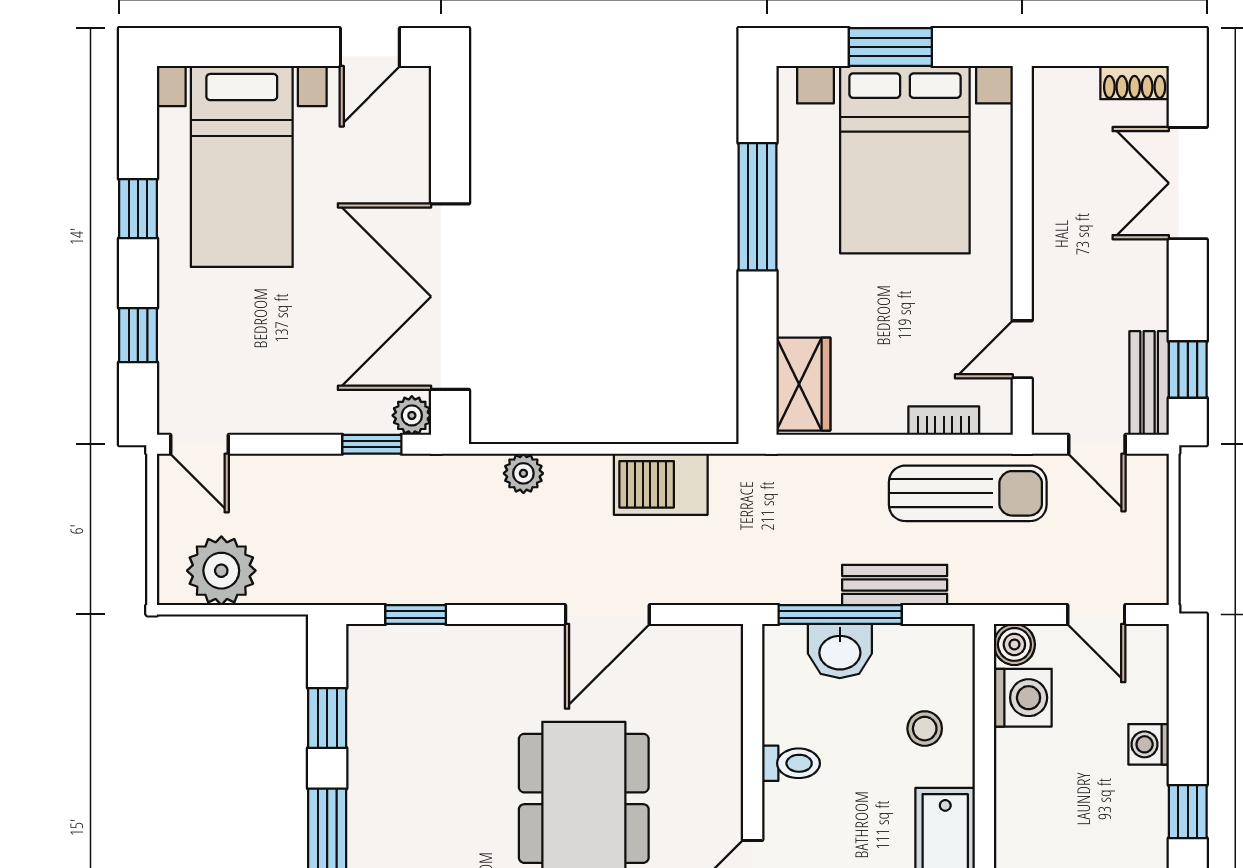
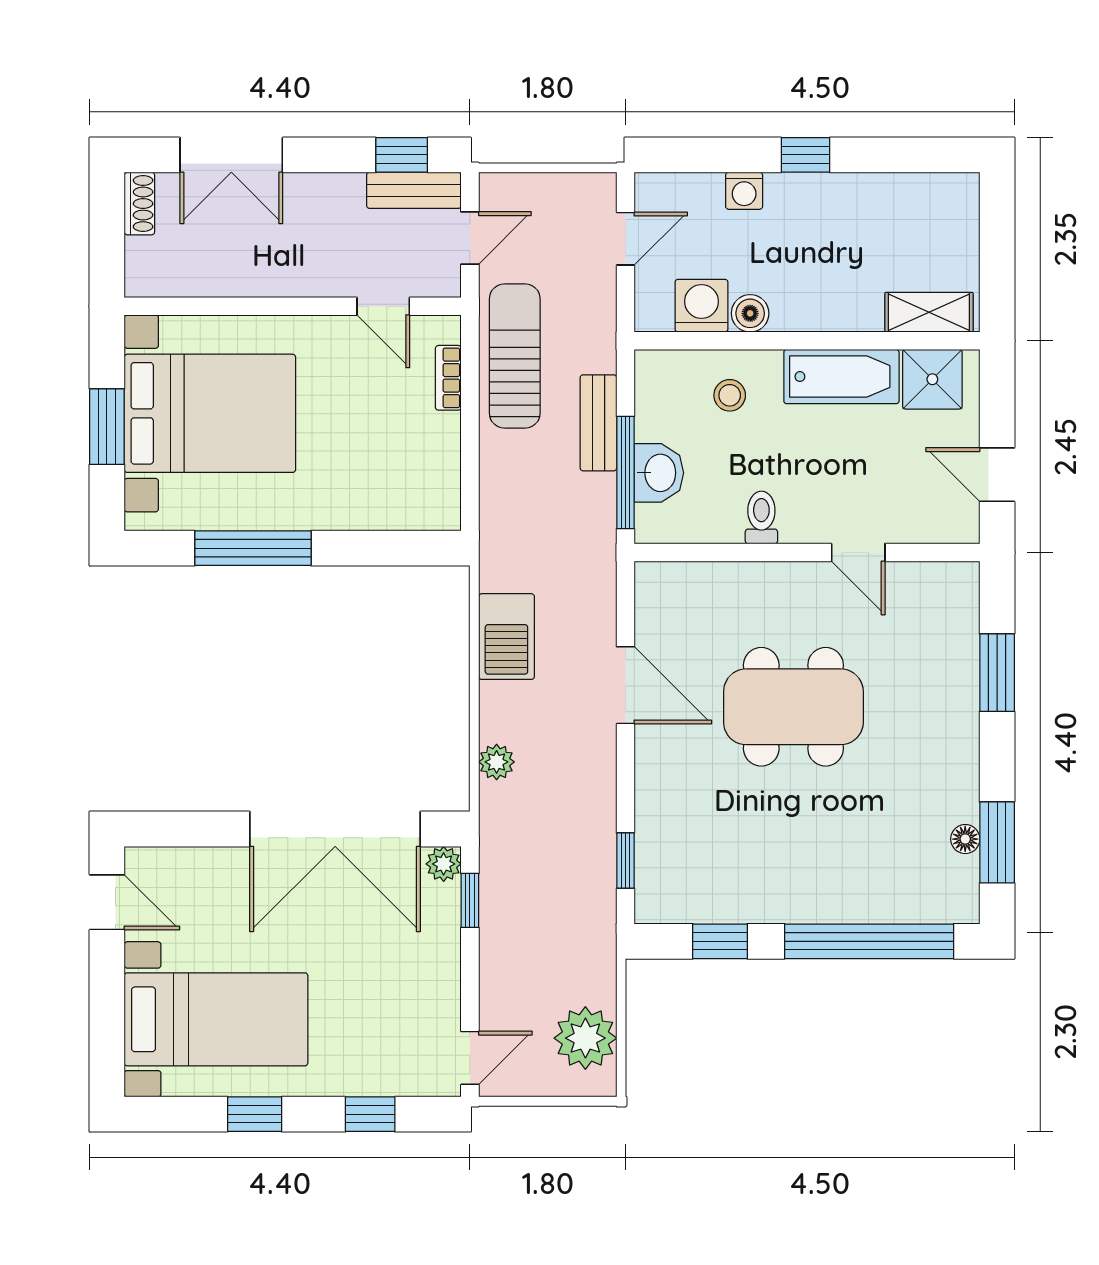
wardrobe: (803, 384) -> (415, 506), removed
boiler: (1014, 644) -> (750, 313), moved

